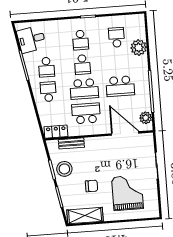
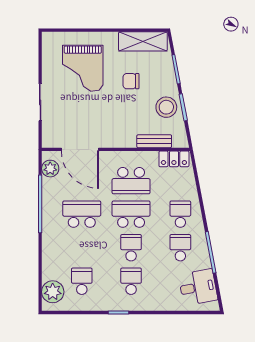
school desk: (116, 37) -> (82, 281), turned 180
plant: (139, 48) -> (53, 292), moved
school desk: (48, 92) -> (180, 214), turned 180

